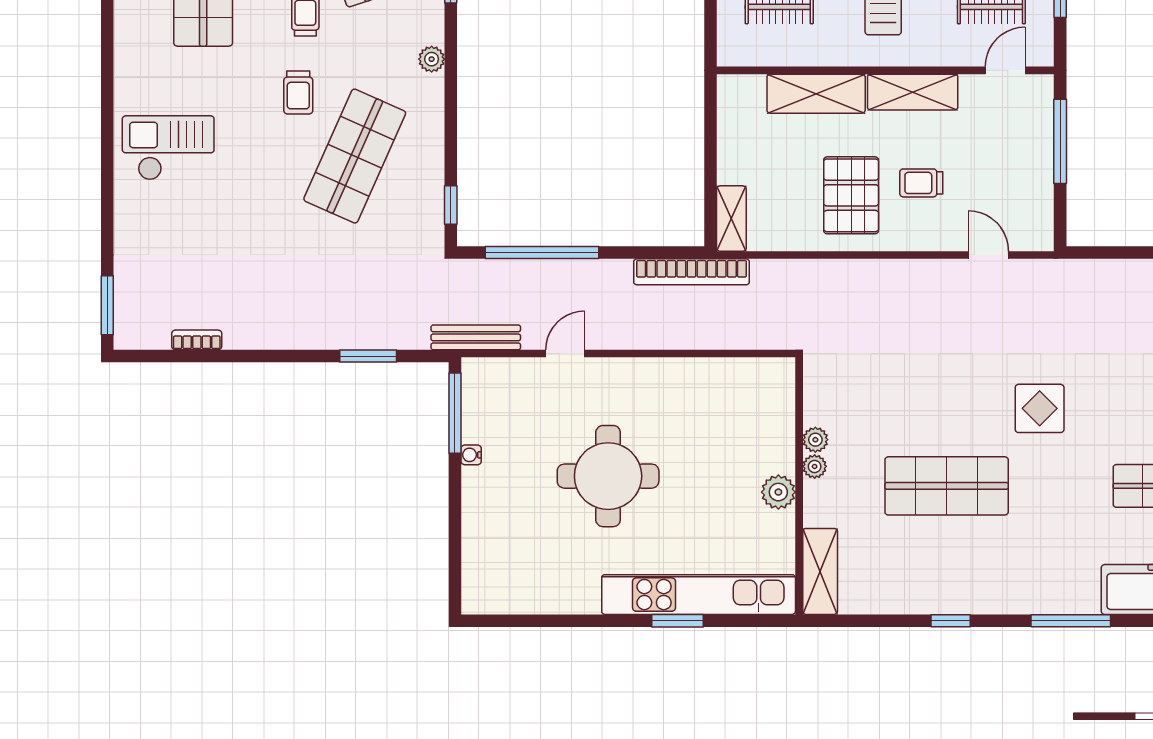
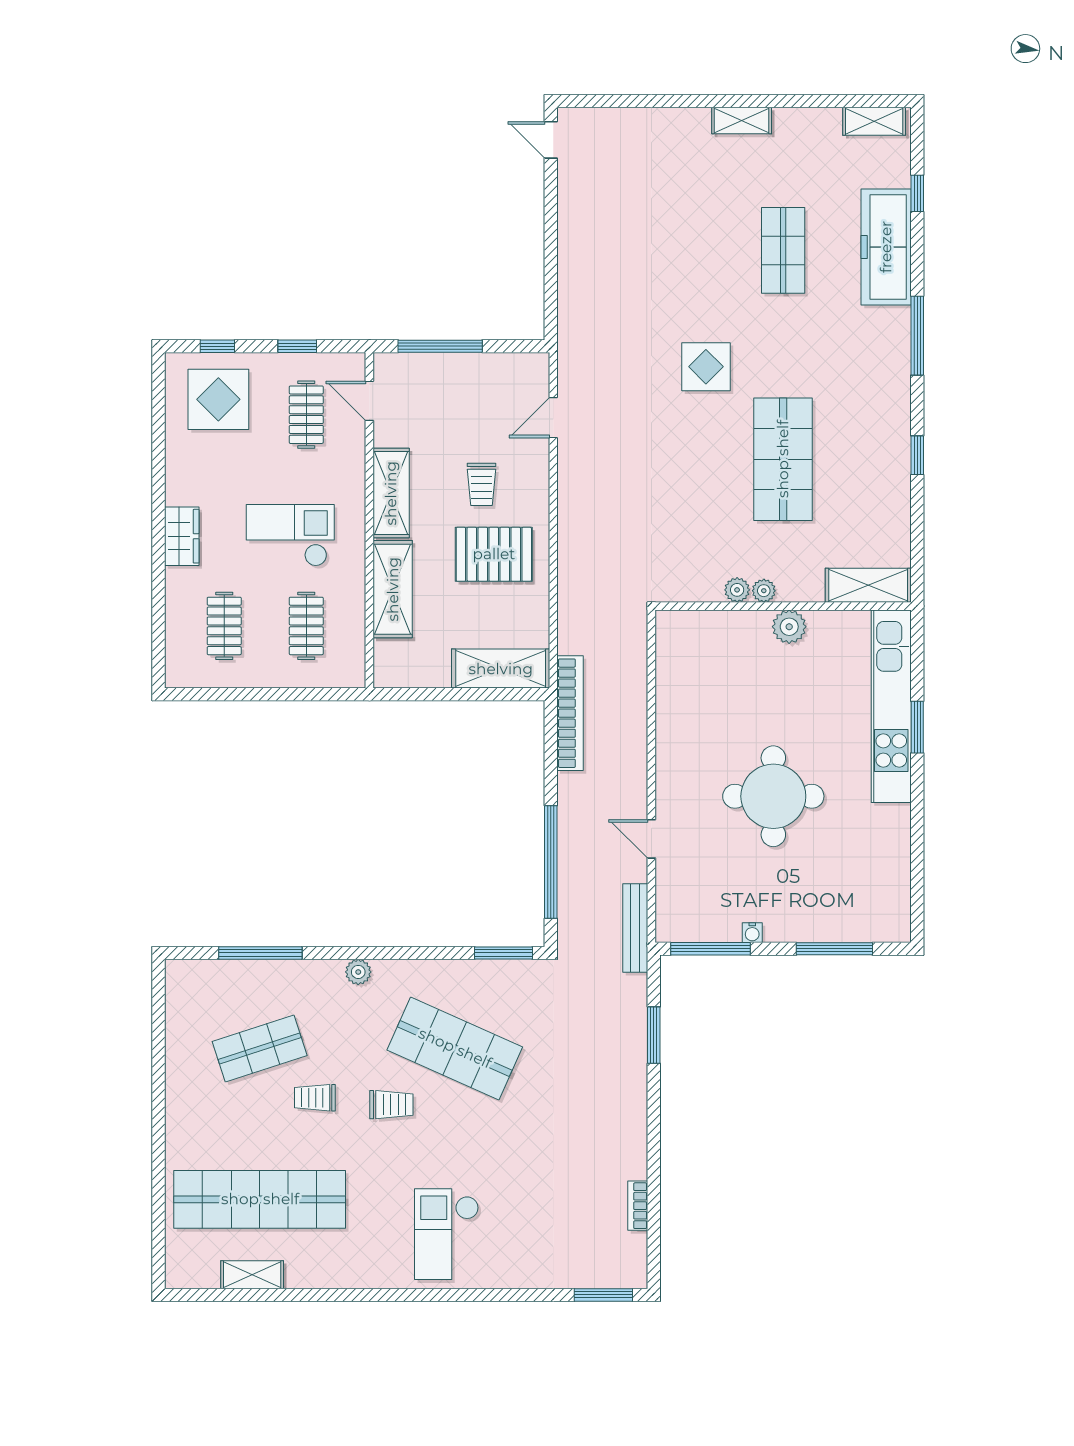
window: (451, 205) -> (504, 953), width x1.50
shelving: (731, 219) -> (501, 669), width x1.50, depth x1.33
window: (455, 537) -> (834, 949), added

